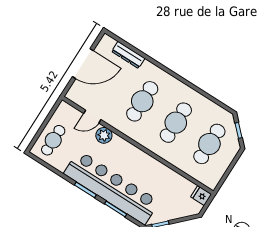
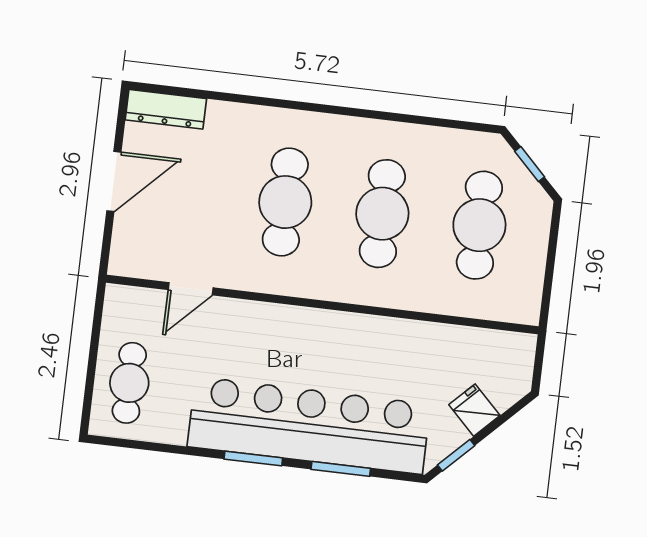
dresser: (128, 55) -> (166, 109), moved
door: (83, 64) -> (114, 181), width x0.73
plant: (104, 135) -> (237, 318), removed
fridge: (201, 196) -> (474, 410), moved, turned 45

